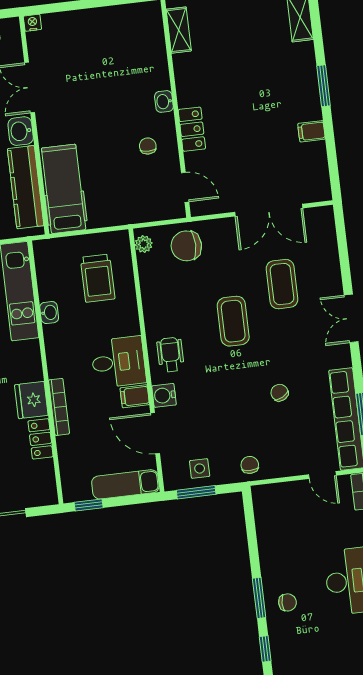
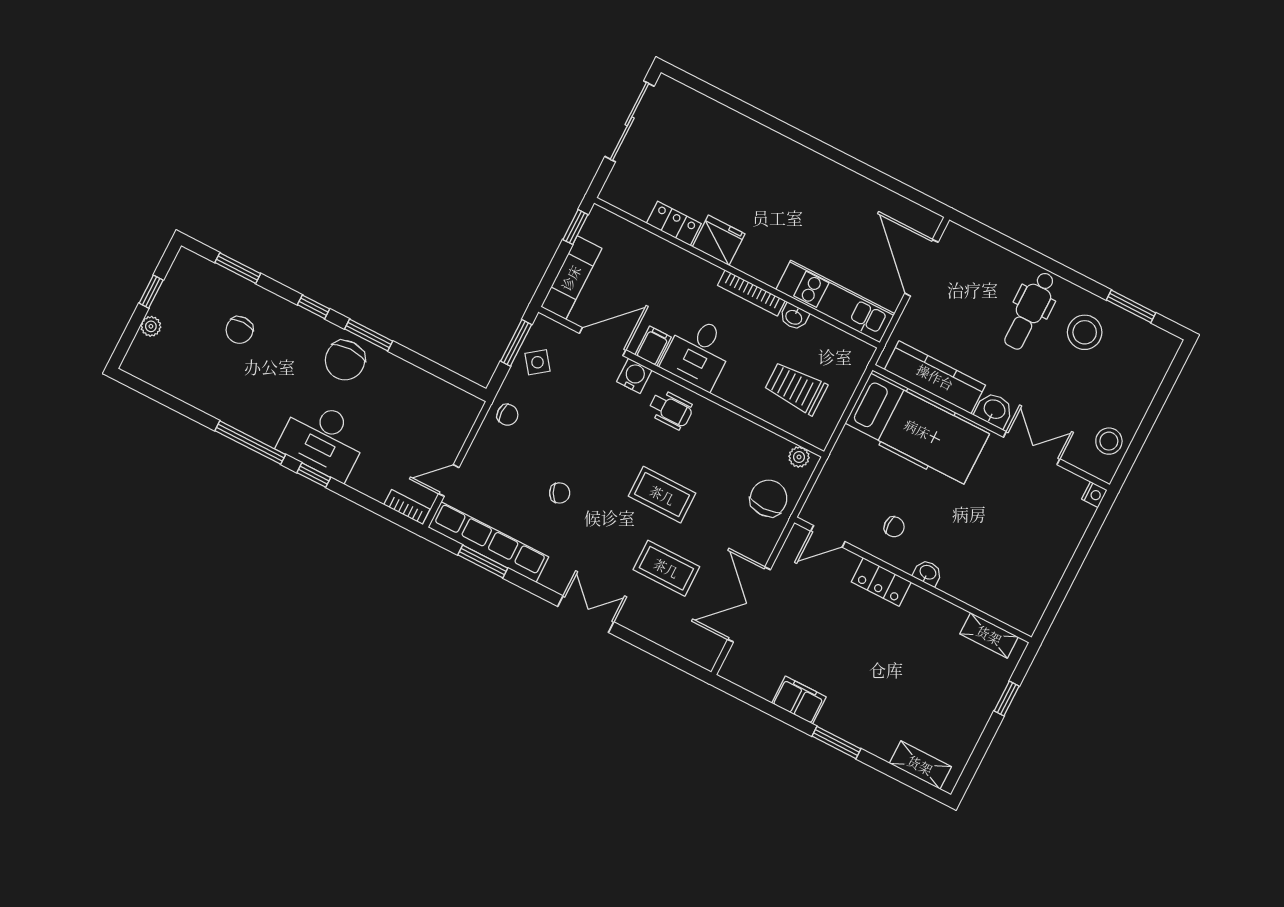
filing cabinet: (311, 131) -> (799, 700), width x2.00
hospital bed: (64, 189) -> (917, 429), width x1.37, depth x1.29
bookcase: (59, 407) -> (751, 293), moved
side table: (200, 469) -> (538, 362), turned -37
chair: (287, 602) -> (345, 360), width x1.87, depth x1.87

